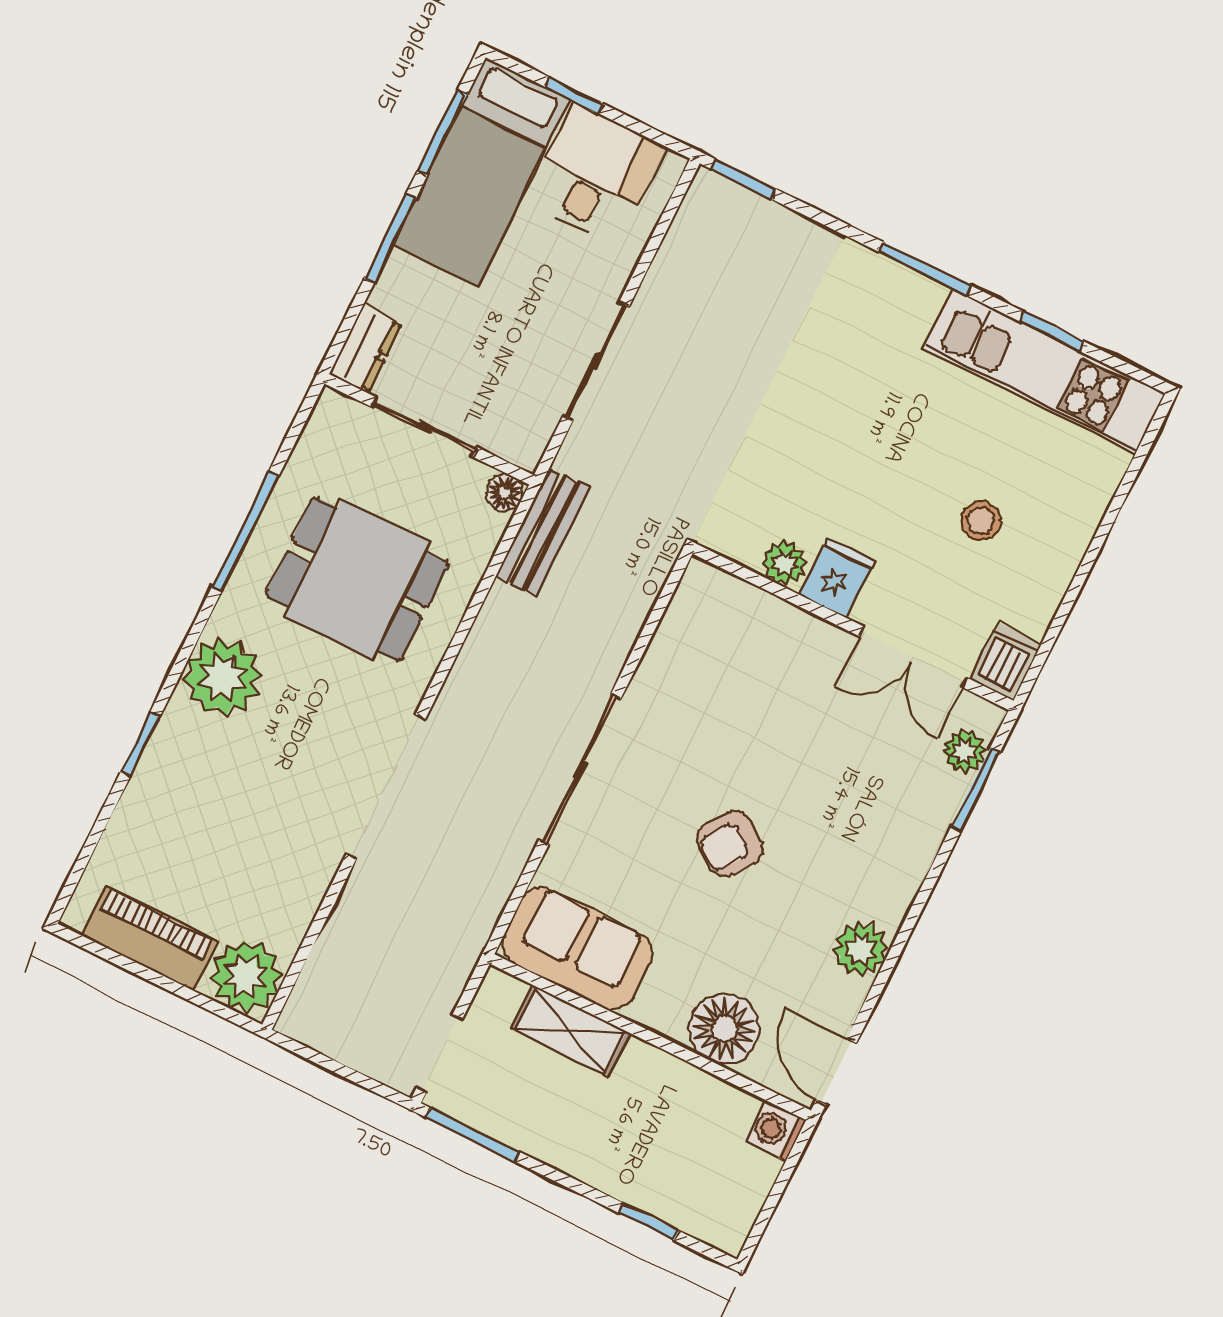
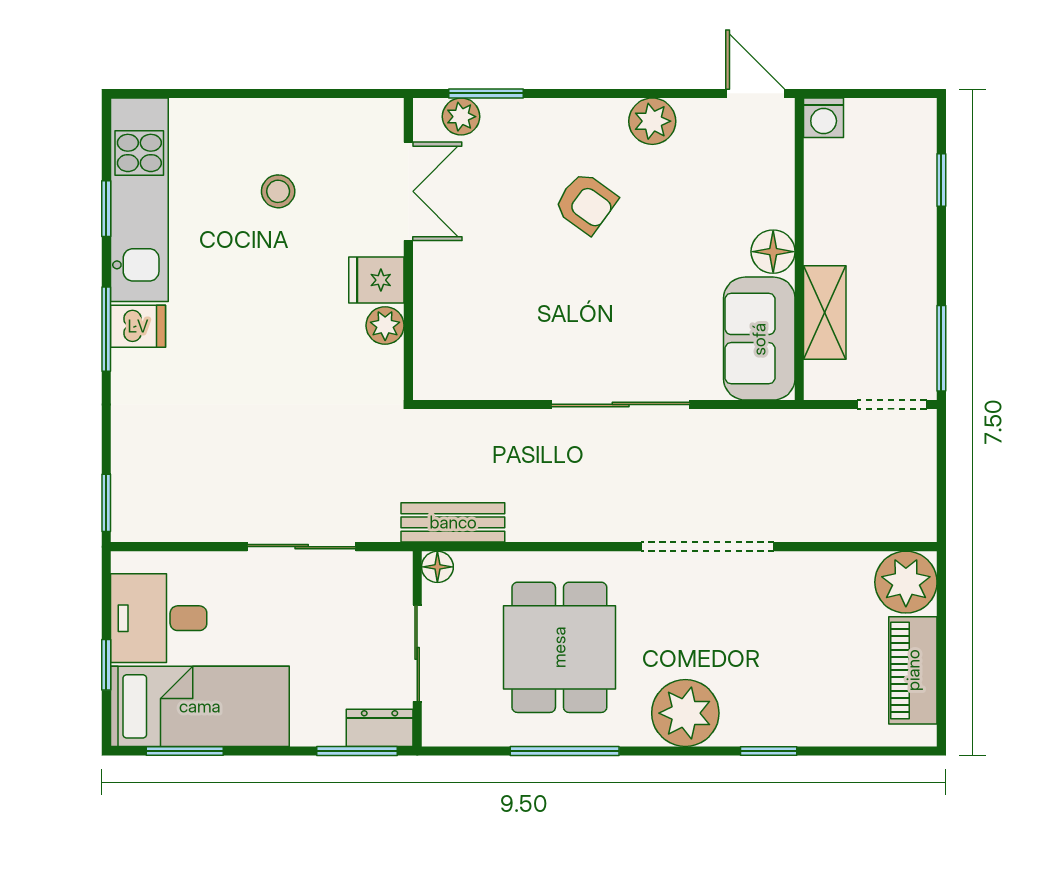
window: (390, 239) -> (357, 751), moved
dishwasher: (1006, 661) -> (138, 326), moved, turned 180
armchair: (730, 844) -> (586, 203), moved
floor lamp: (724, 1029) -> (773, 252), moved, width x0.73, depth x0.73
door: (836, 1071) -> (755, 93), swing flipped

